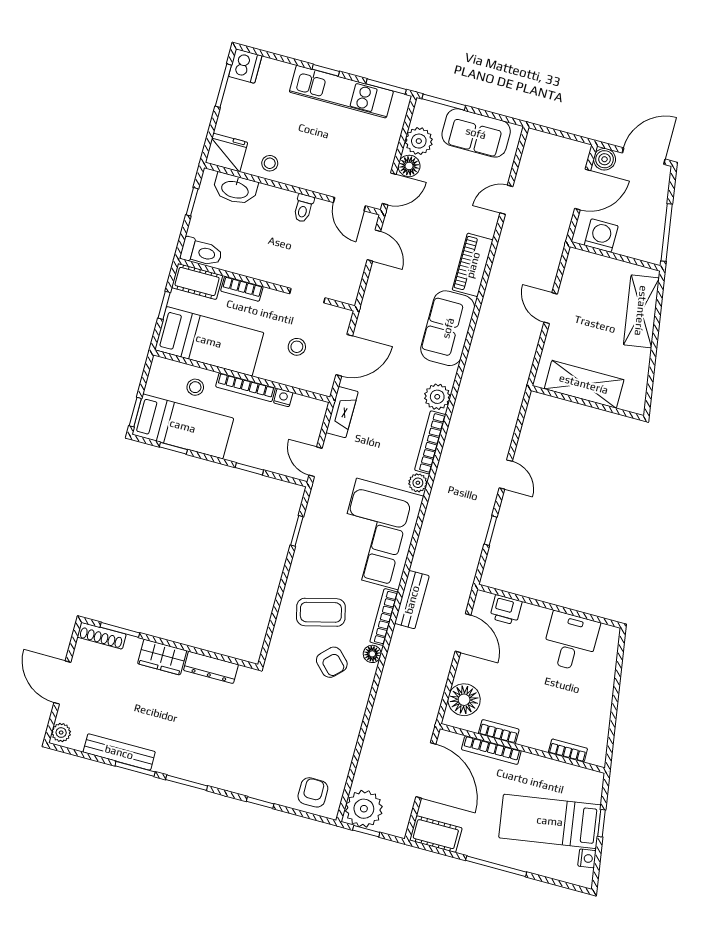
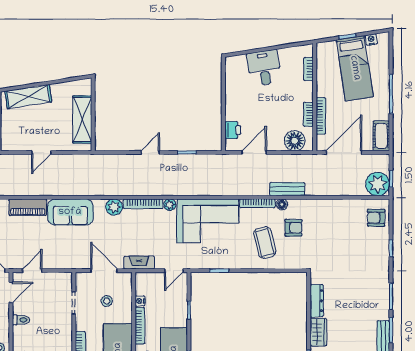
bench: (412, 600) -> (287, 189), moved
desk: (570, 642) -> (264, 68), moved, turned 81
armchair: (332, 662) -> (293, 228), turned 45

